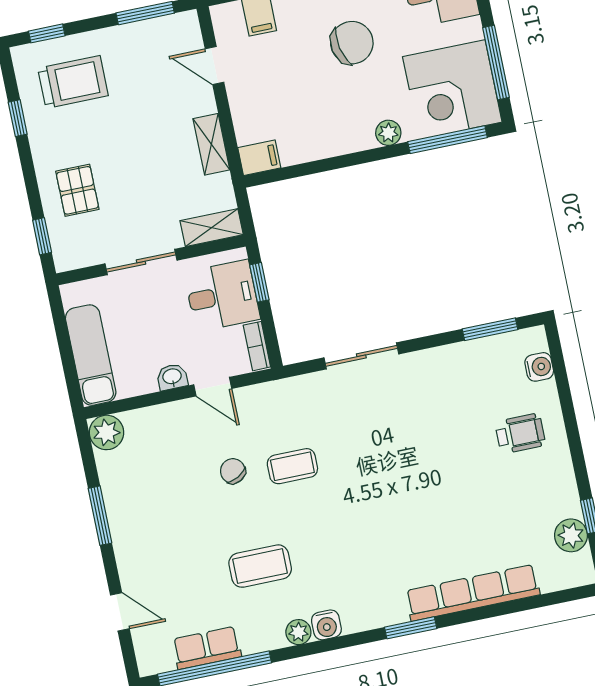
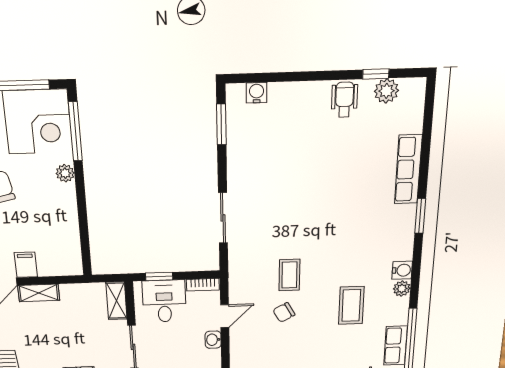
shelving: (211, 144) -> (39, 293), moved
filing cabinet: (259, 158) -> (26, 265), moved
wheelchair: (520, 434) -> (344, 100), moved
row of seats: (473, 593) -> (408, 169), width x0.73

